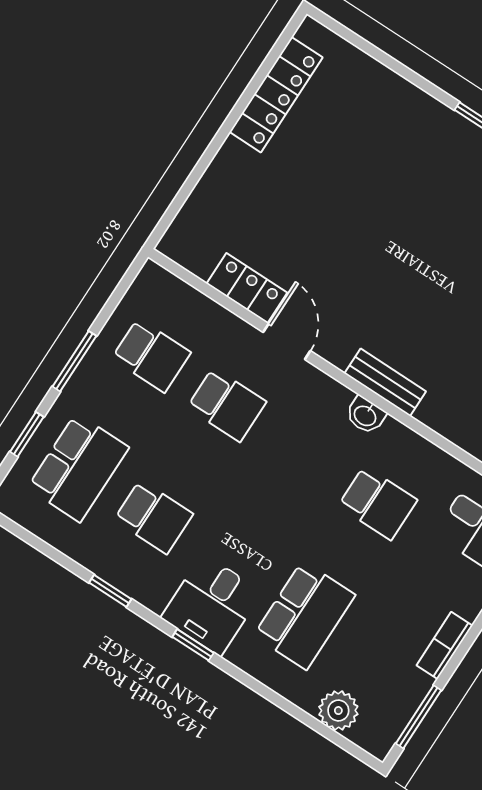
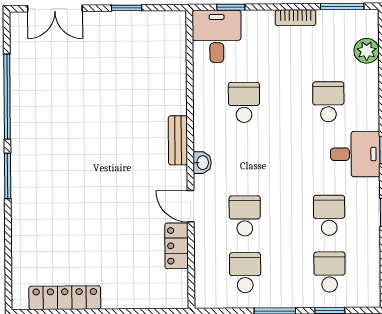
door: (287, 341) -> (191, 206), hinge flipped
washbasin: (365, 415) -> (202, 163), moved
school desk: (78, 468) -> (330, 272), width x0.54
school desk: (304, 615) -> (328, 102), width x0.54

